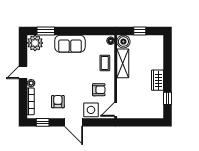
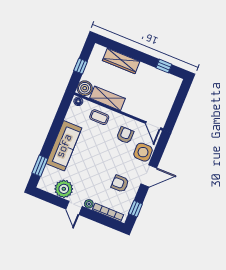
plant: (35, 43) -> (64, 189), moved
sofa: (70, 44) -> (64, 146), width x1.36
wardrobe: (158, 80) -> (121, 61), moved, width x1.50

